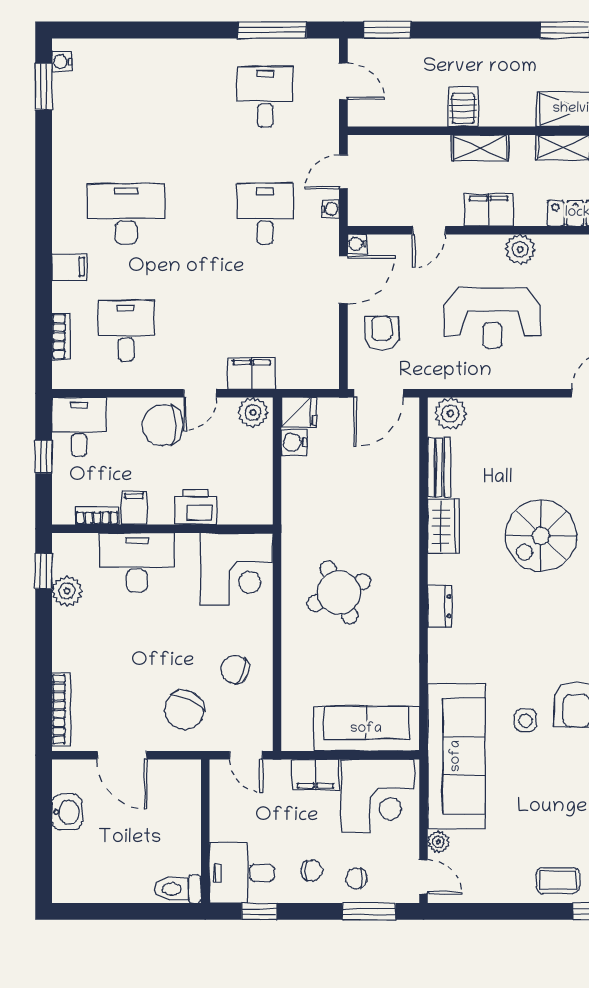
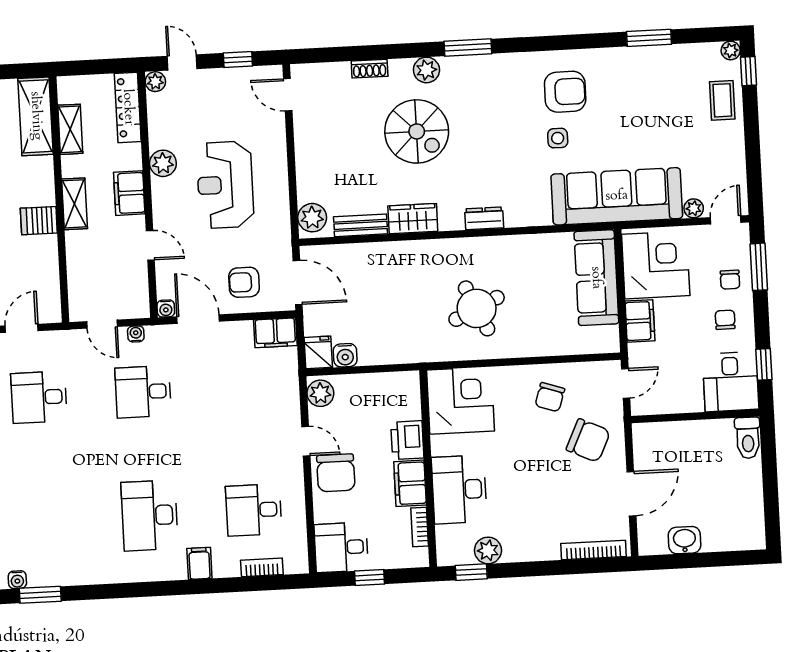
reception desk: (492, 318) -> (225, 185), turned 180
filing cabinet: (252, 373) -> (275, 333), moved, turned -90
filing cabinet: (134, 508) -> (410, 483), width x2.00
side table: (526, 720) -> (558, 138), moved

